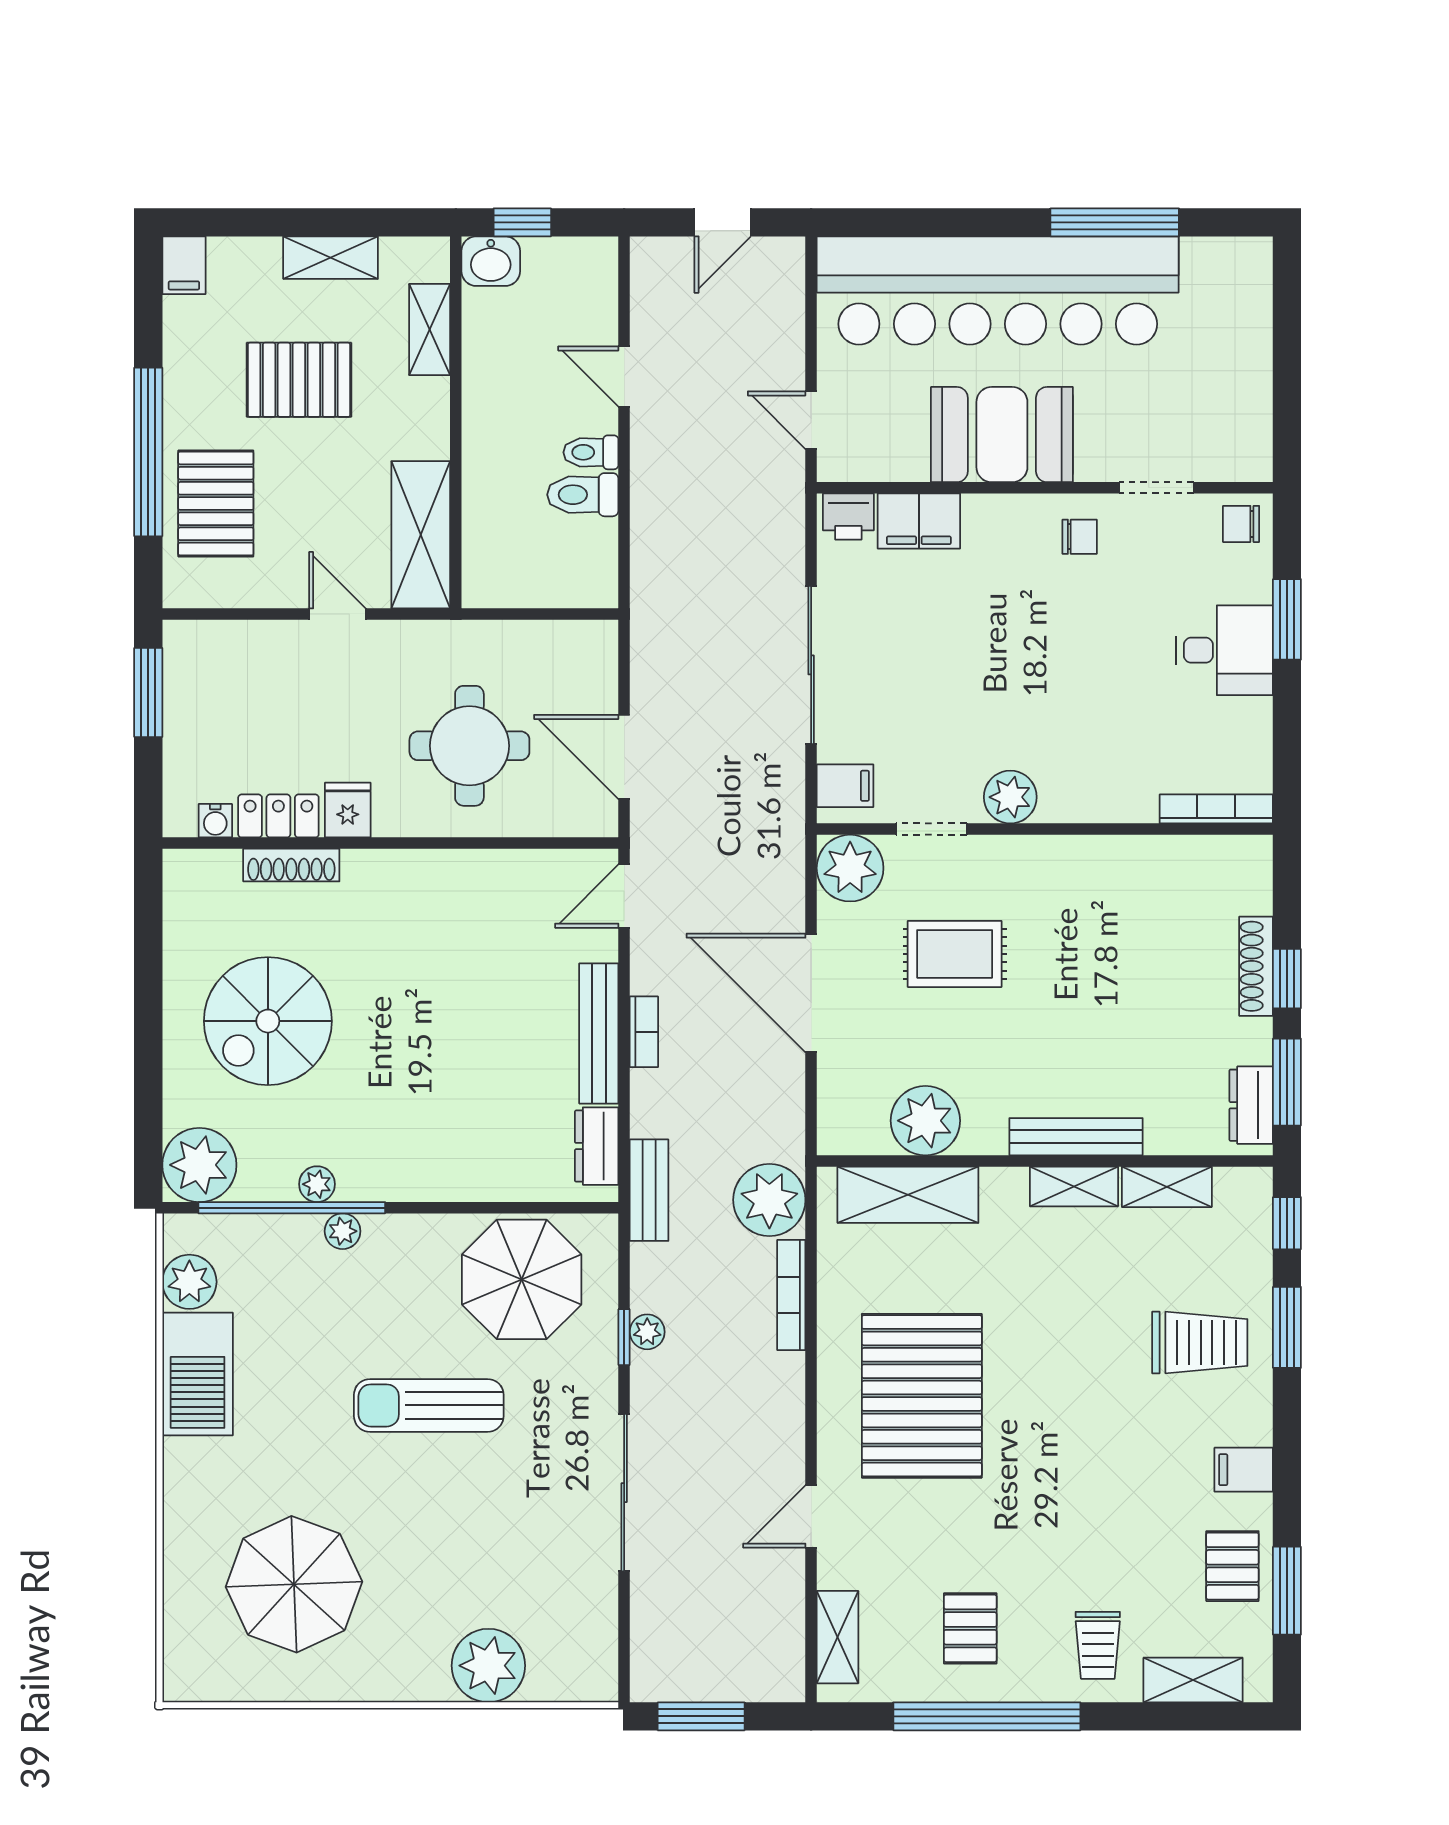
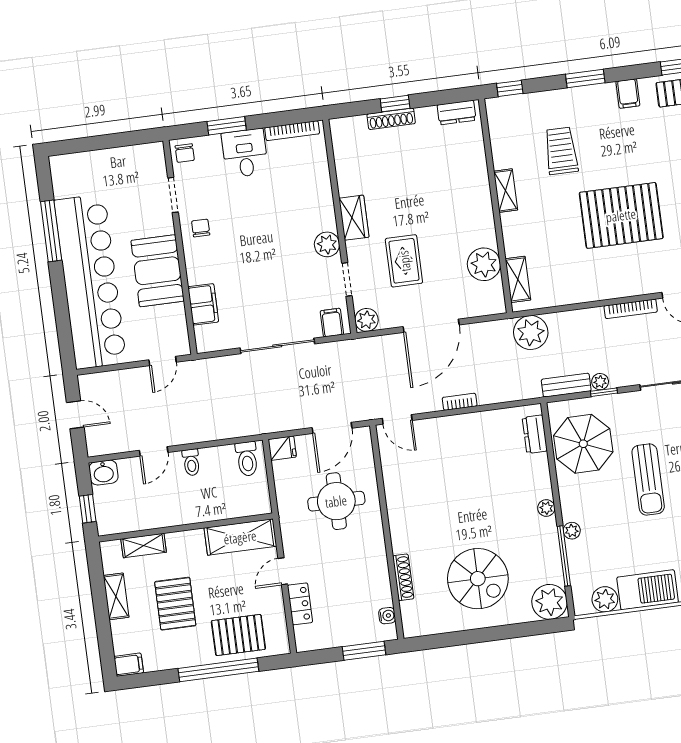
washbasin: (491, 261) -> (104, 473), moved, turned 90
toilet: (583, 495) -> (247, 459), moved
printer: (848, 517) -> (205, 338), removed
window: (148, 692) -> (364, 651), moved
bookcase: (1216, 809) -> (292, 131), moved, turned -90
fridge: (348, 810) -> (282, 448), moved, turned 180
locker: (278, 816) -> (300, 604), moved, turned 180
wardrobe: (1059, 861) -> (354, 218), added
plant: (850, 868) -> (367, 320), width x0.73, depth x0.73
bench: (599, 1033) -> (463, 423), removed
window: (1287, 1082) -> (443, 97), removed
bench: (1076, 1137) -> (482, 193), removed
dresser: (597, 1146) -> (535, 434), moved, turned 90
plant: (317, 1184) -> (546, 508), moved
shelving: (1167, 1187) -> (500, 147), removed
bench: (649, 1190) -> (566, 385), moved
shelving: (908, 1195) -> (518, 279), width x0.67, depth x0.75
window: (292, 1208) -> (564, 556), width x0.68
bookcase: (791, 1295) -> (631, 309), moved
window: (1287, 1327) -> (585, 78), moved
trolley: (1200, 1343) -> (561, 151), moved
pallet: (922, 1396) -> (621, 215), moved

